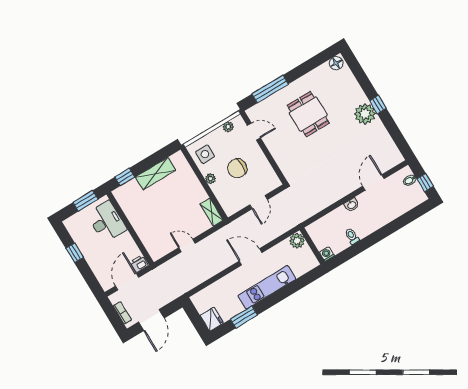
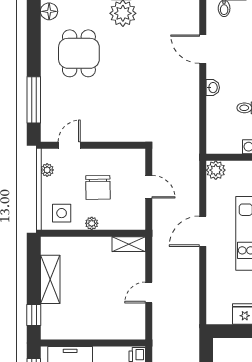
dining table: (308, 114) -> (79, 53), moved, turned 90

